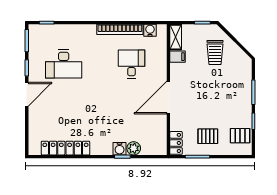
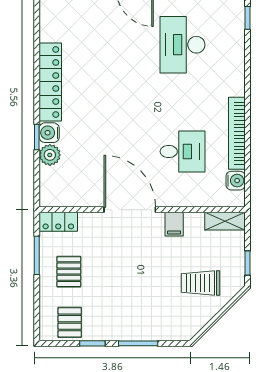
filing cabinet: (178, 57) -> (174, 224), moved
locker: (65, 148) -> (50, 82), moved

